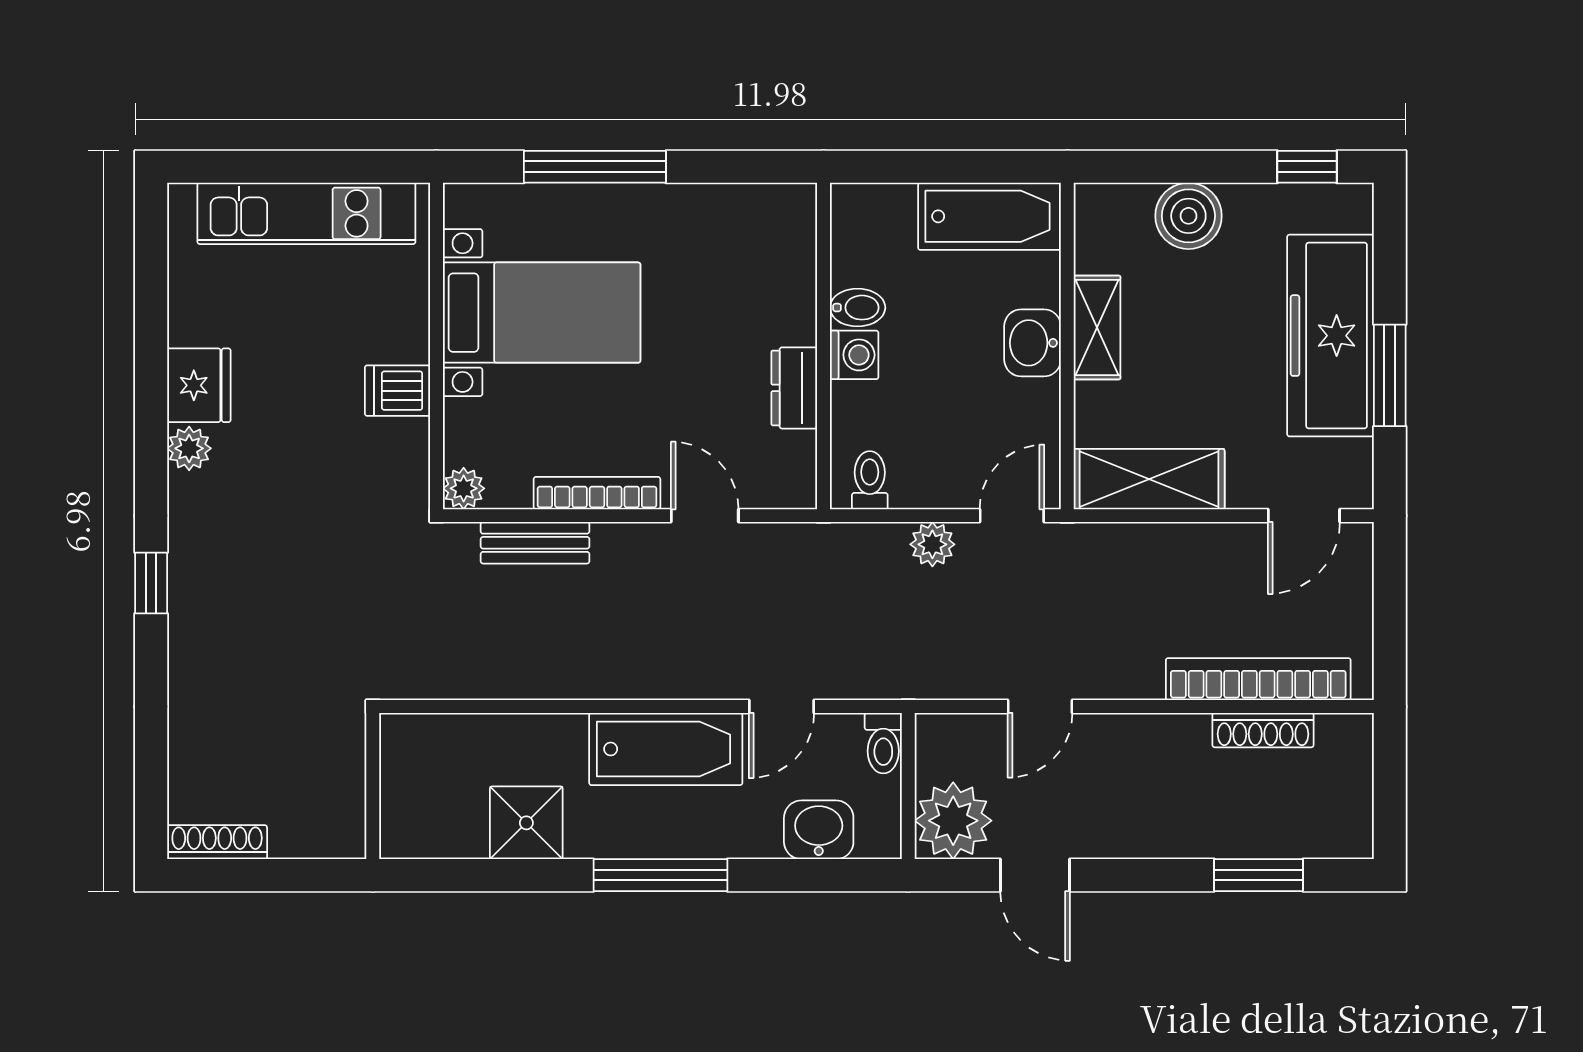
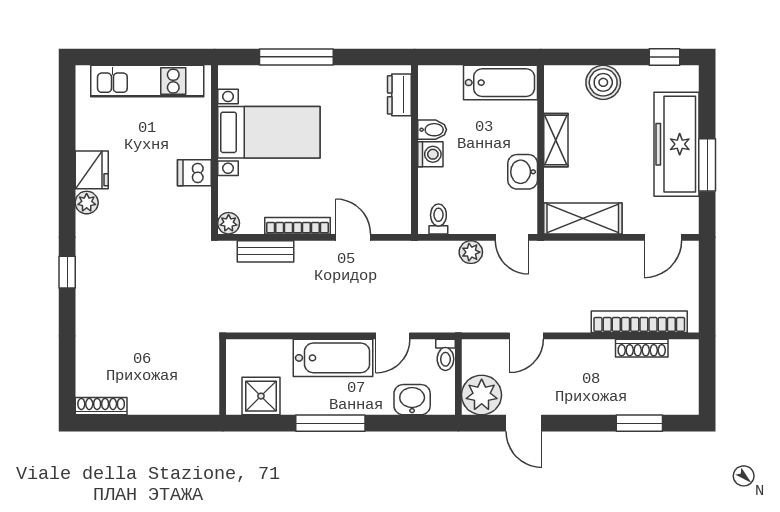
washbasin: (1033, 343) -> (523, 172), moved
dresser: (794, 388) -> (399, 95), moved
door: (1012, 516) -> (512, 237), swing flipped
wall: (373, 786) -> (223, 377), moved

